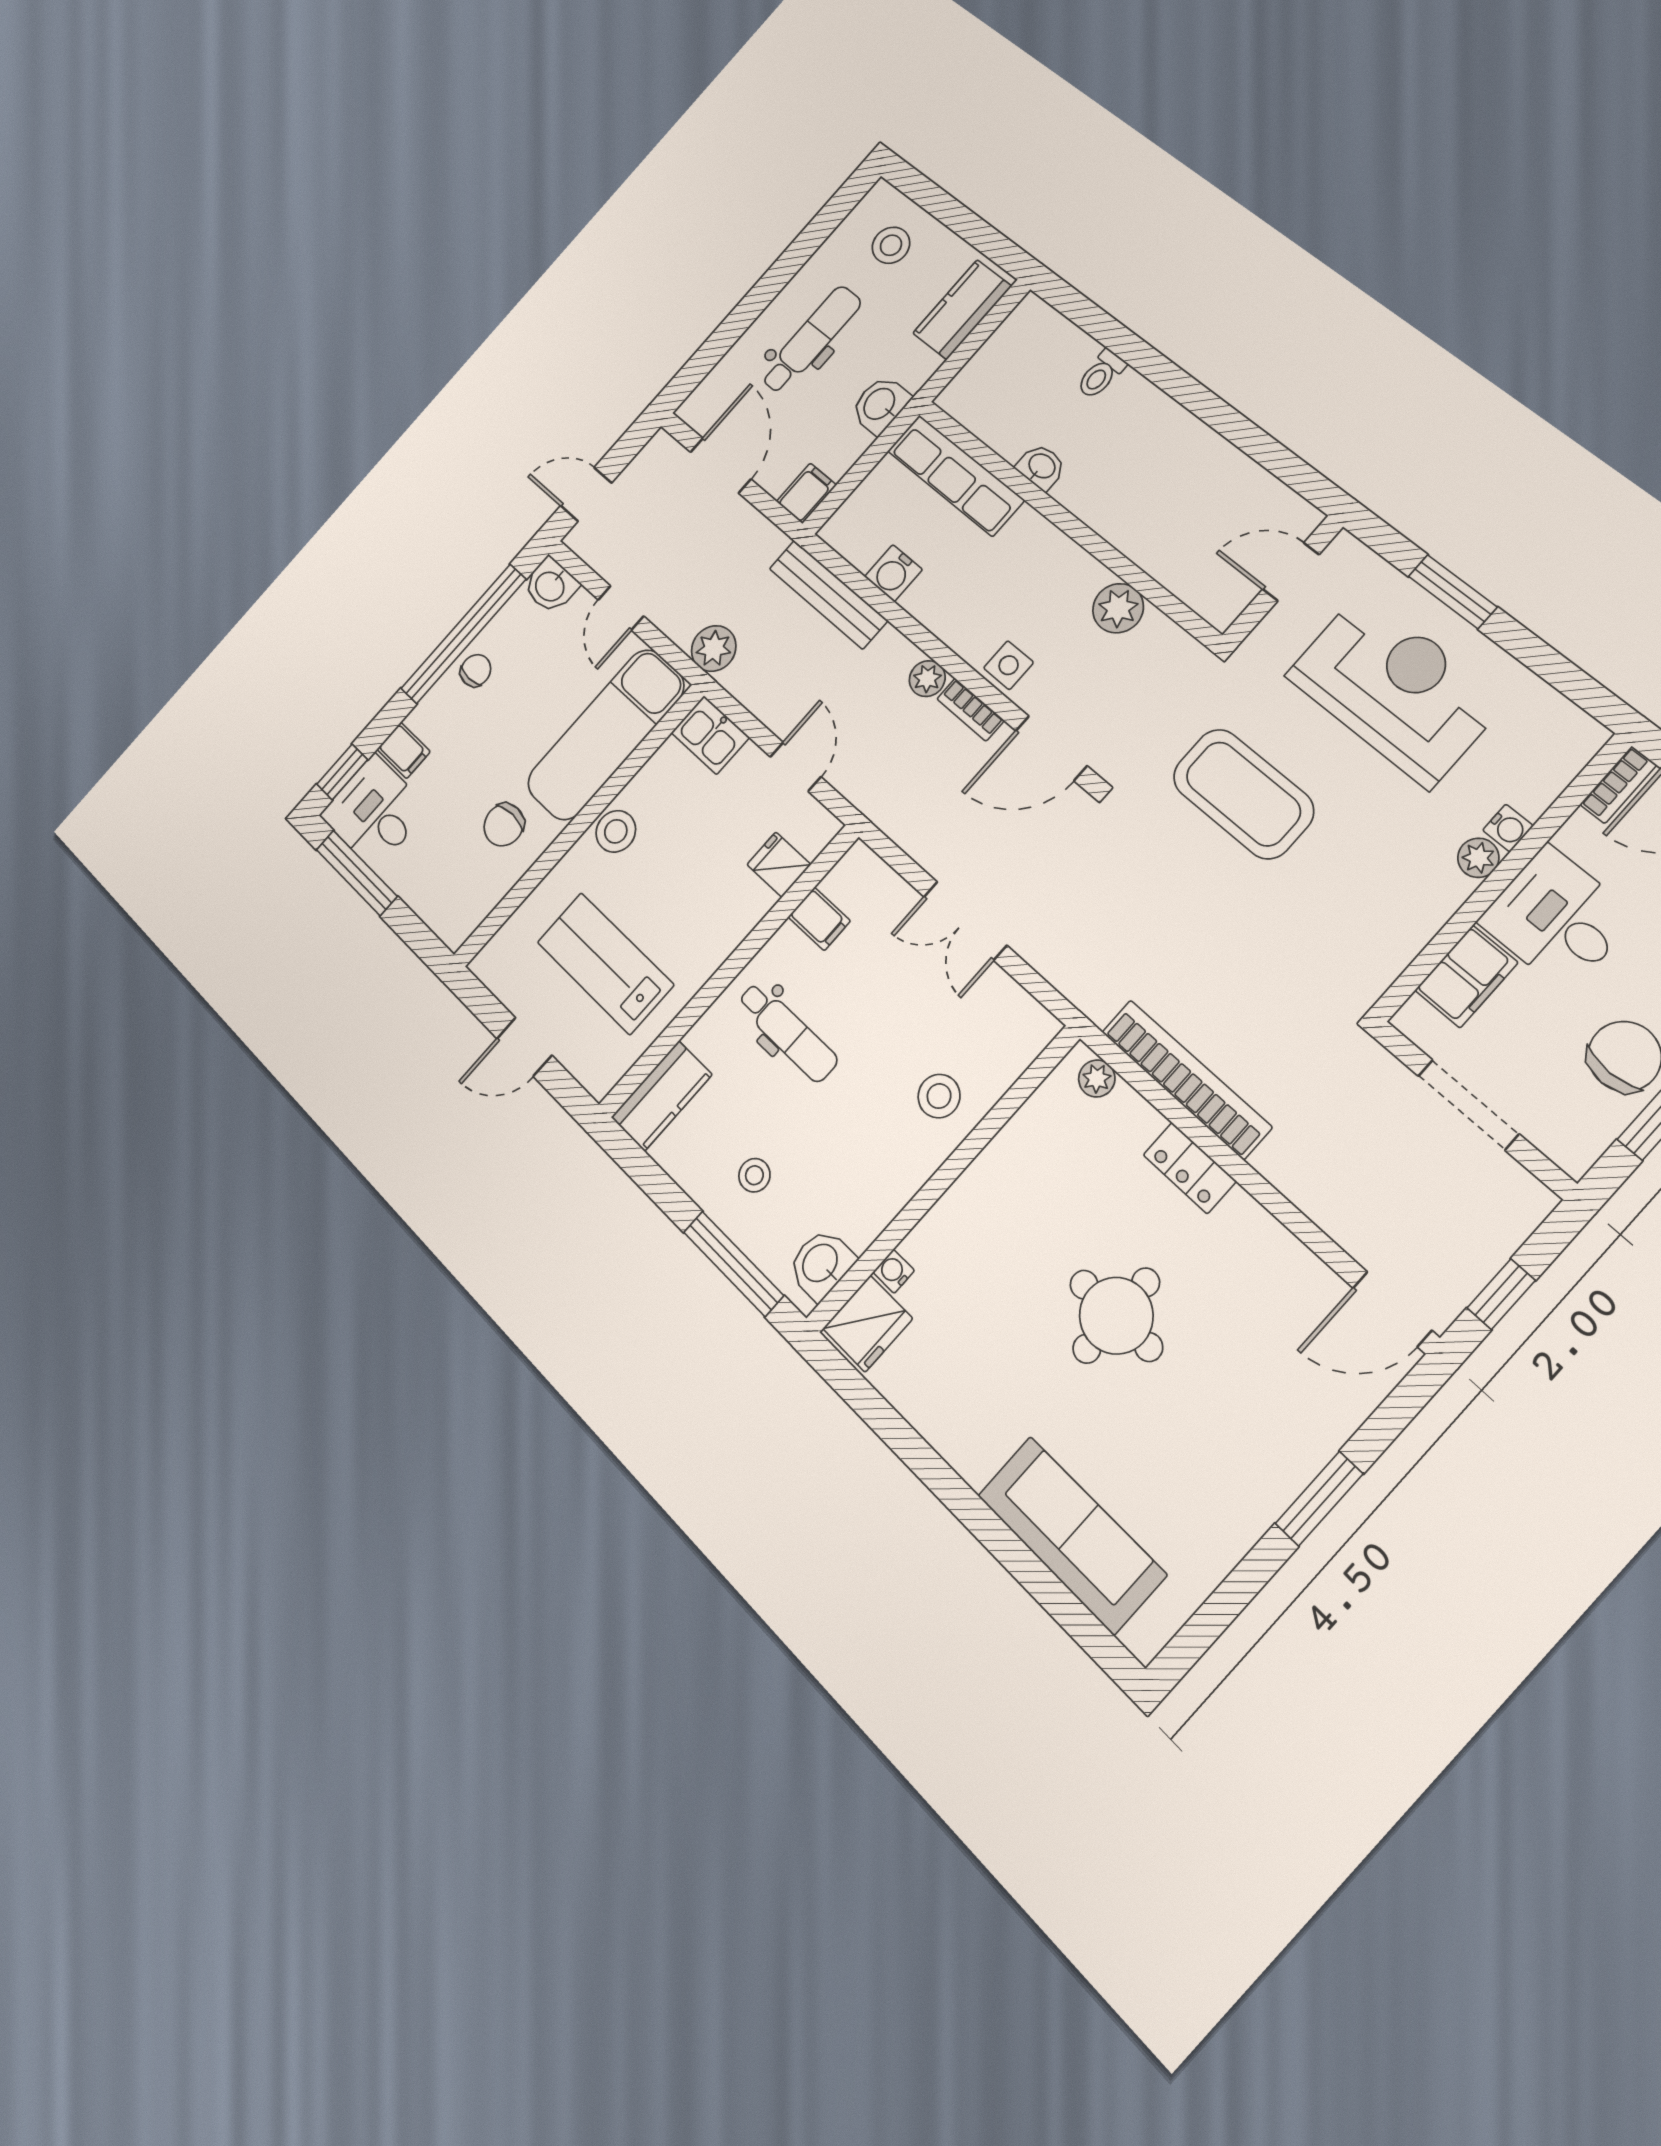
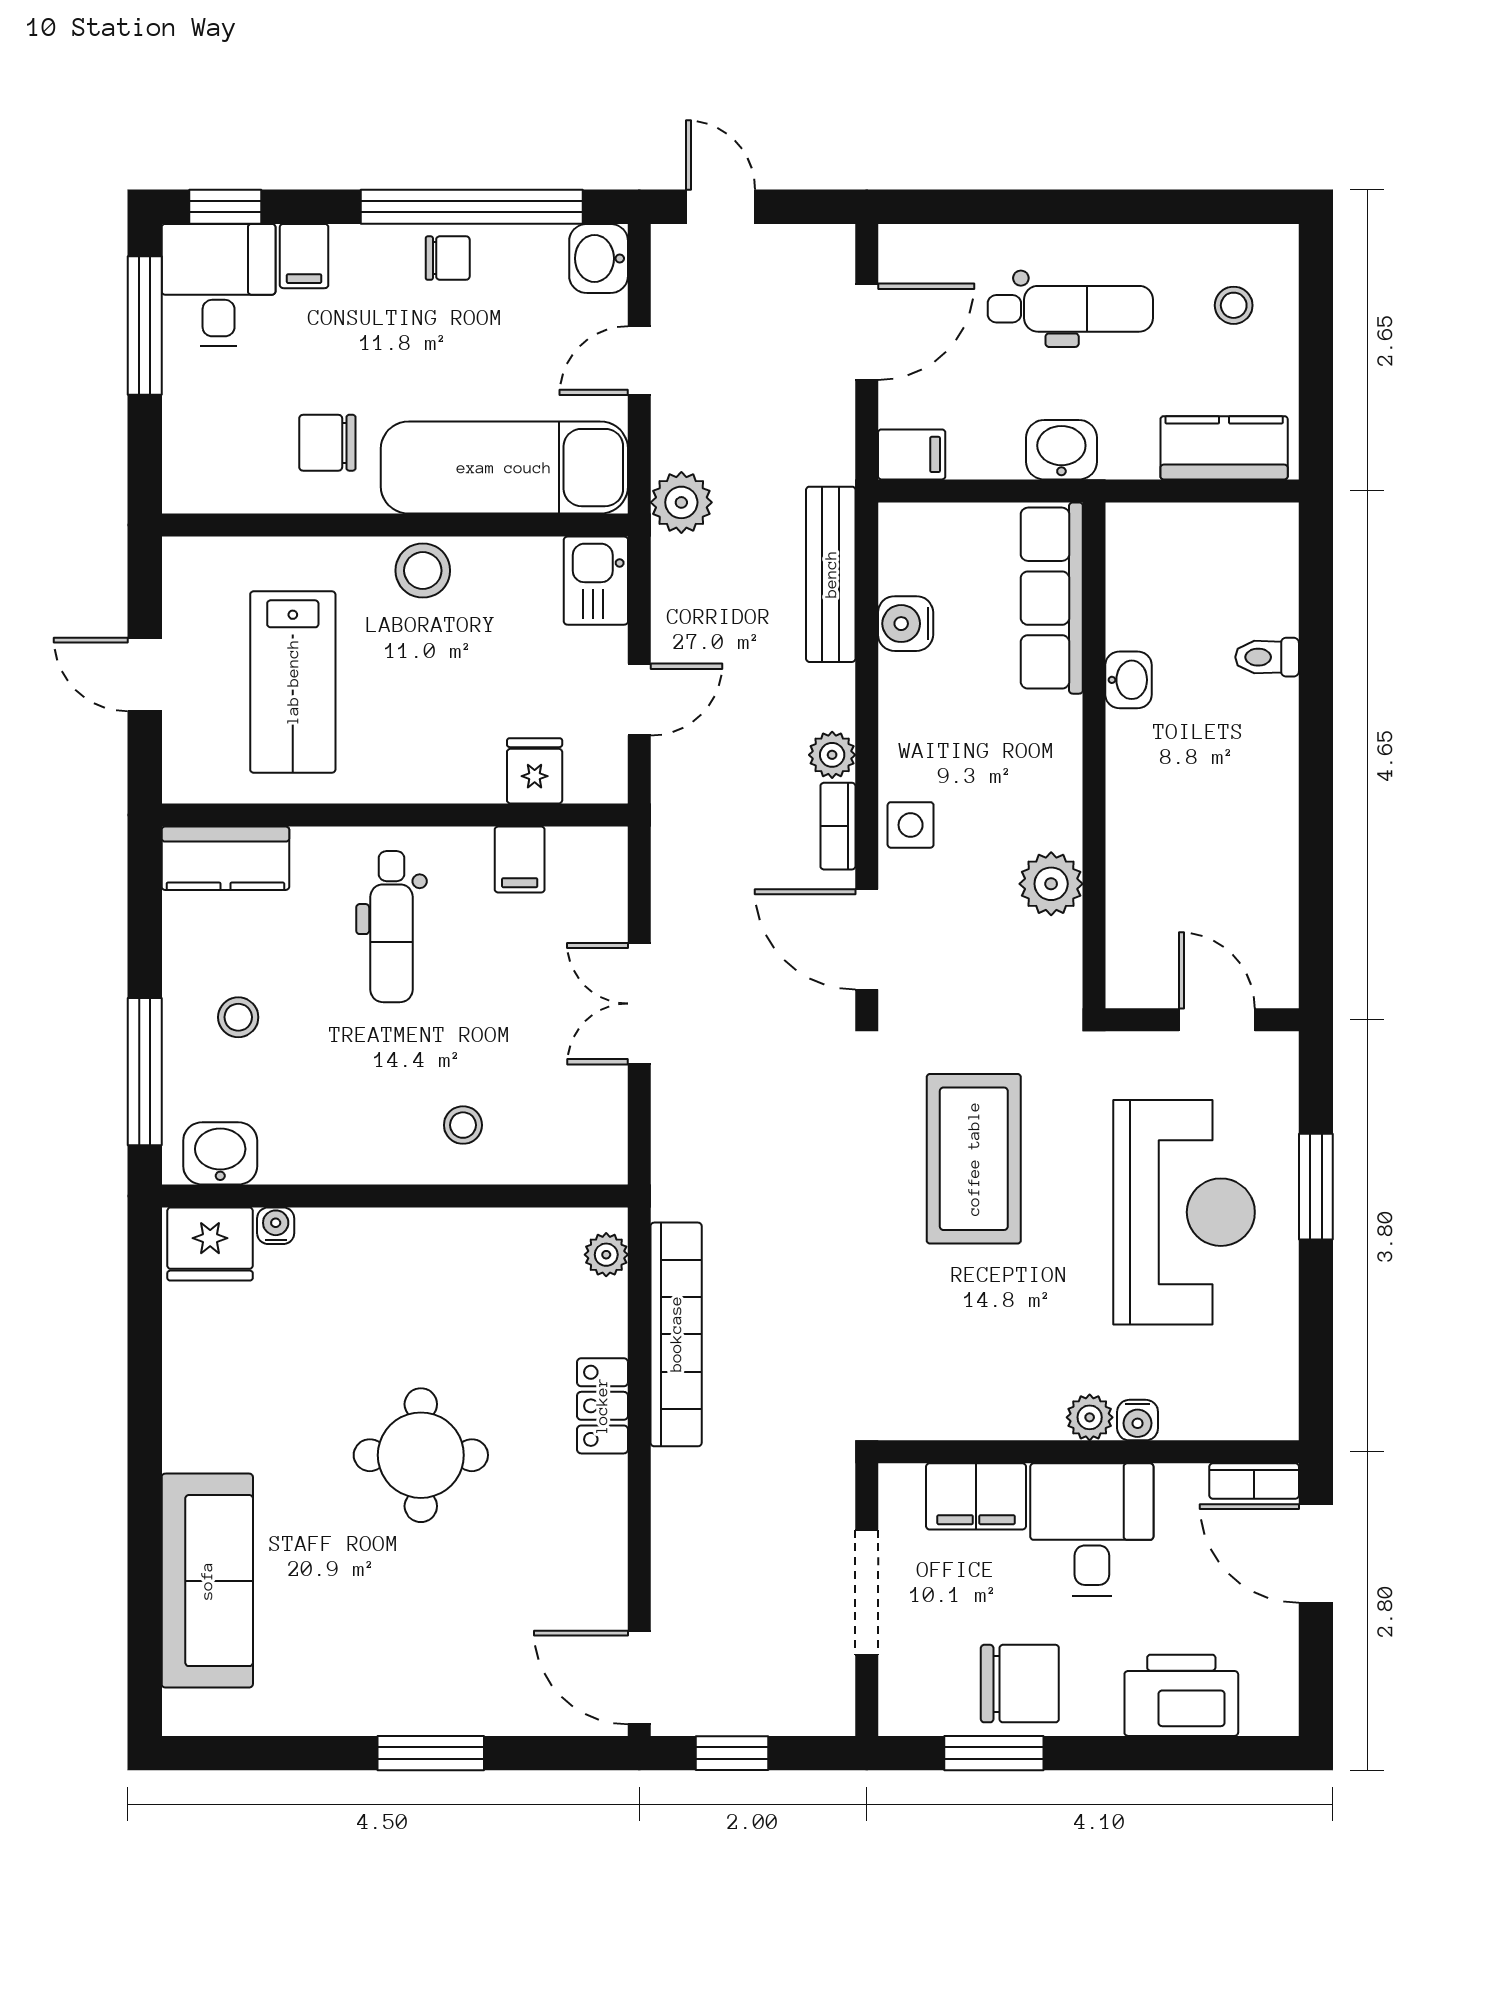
stool: (891, 245) -> (1234, 305), width x0.73, depth x0.73
lab bench: (605, 963) -> (293, 682), turned 180
stool: (939, 1096) -> (463, 1125), width x0.73, depth x0.73

